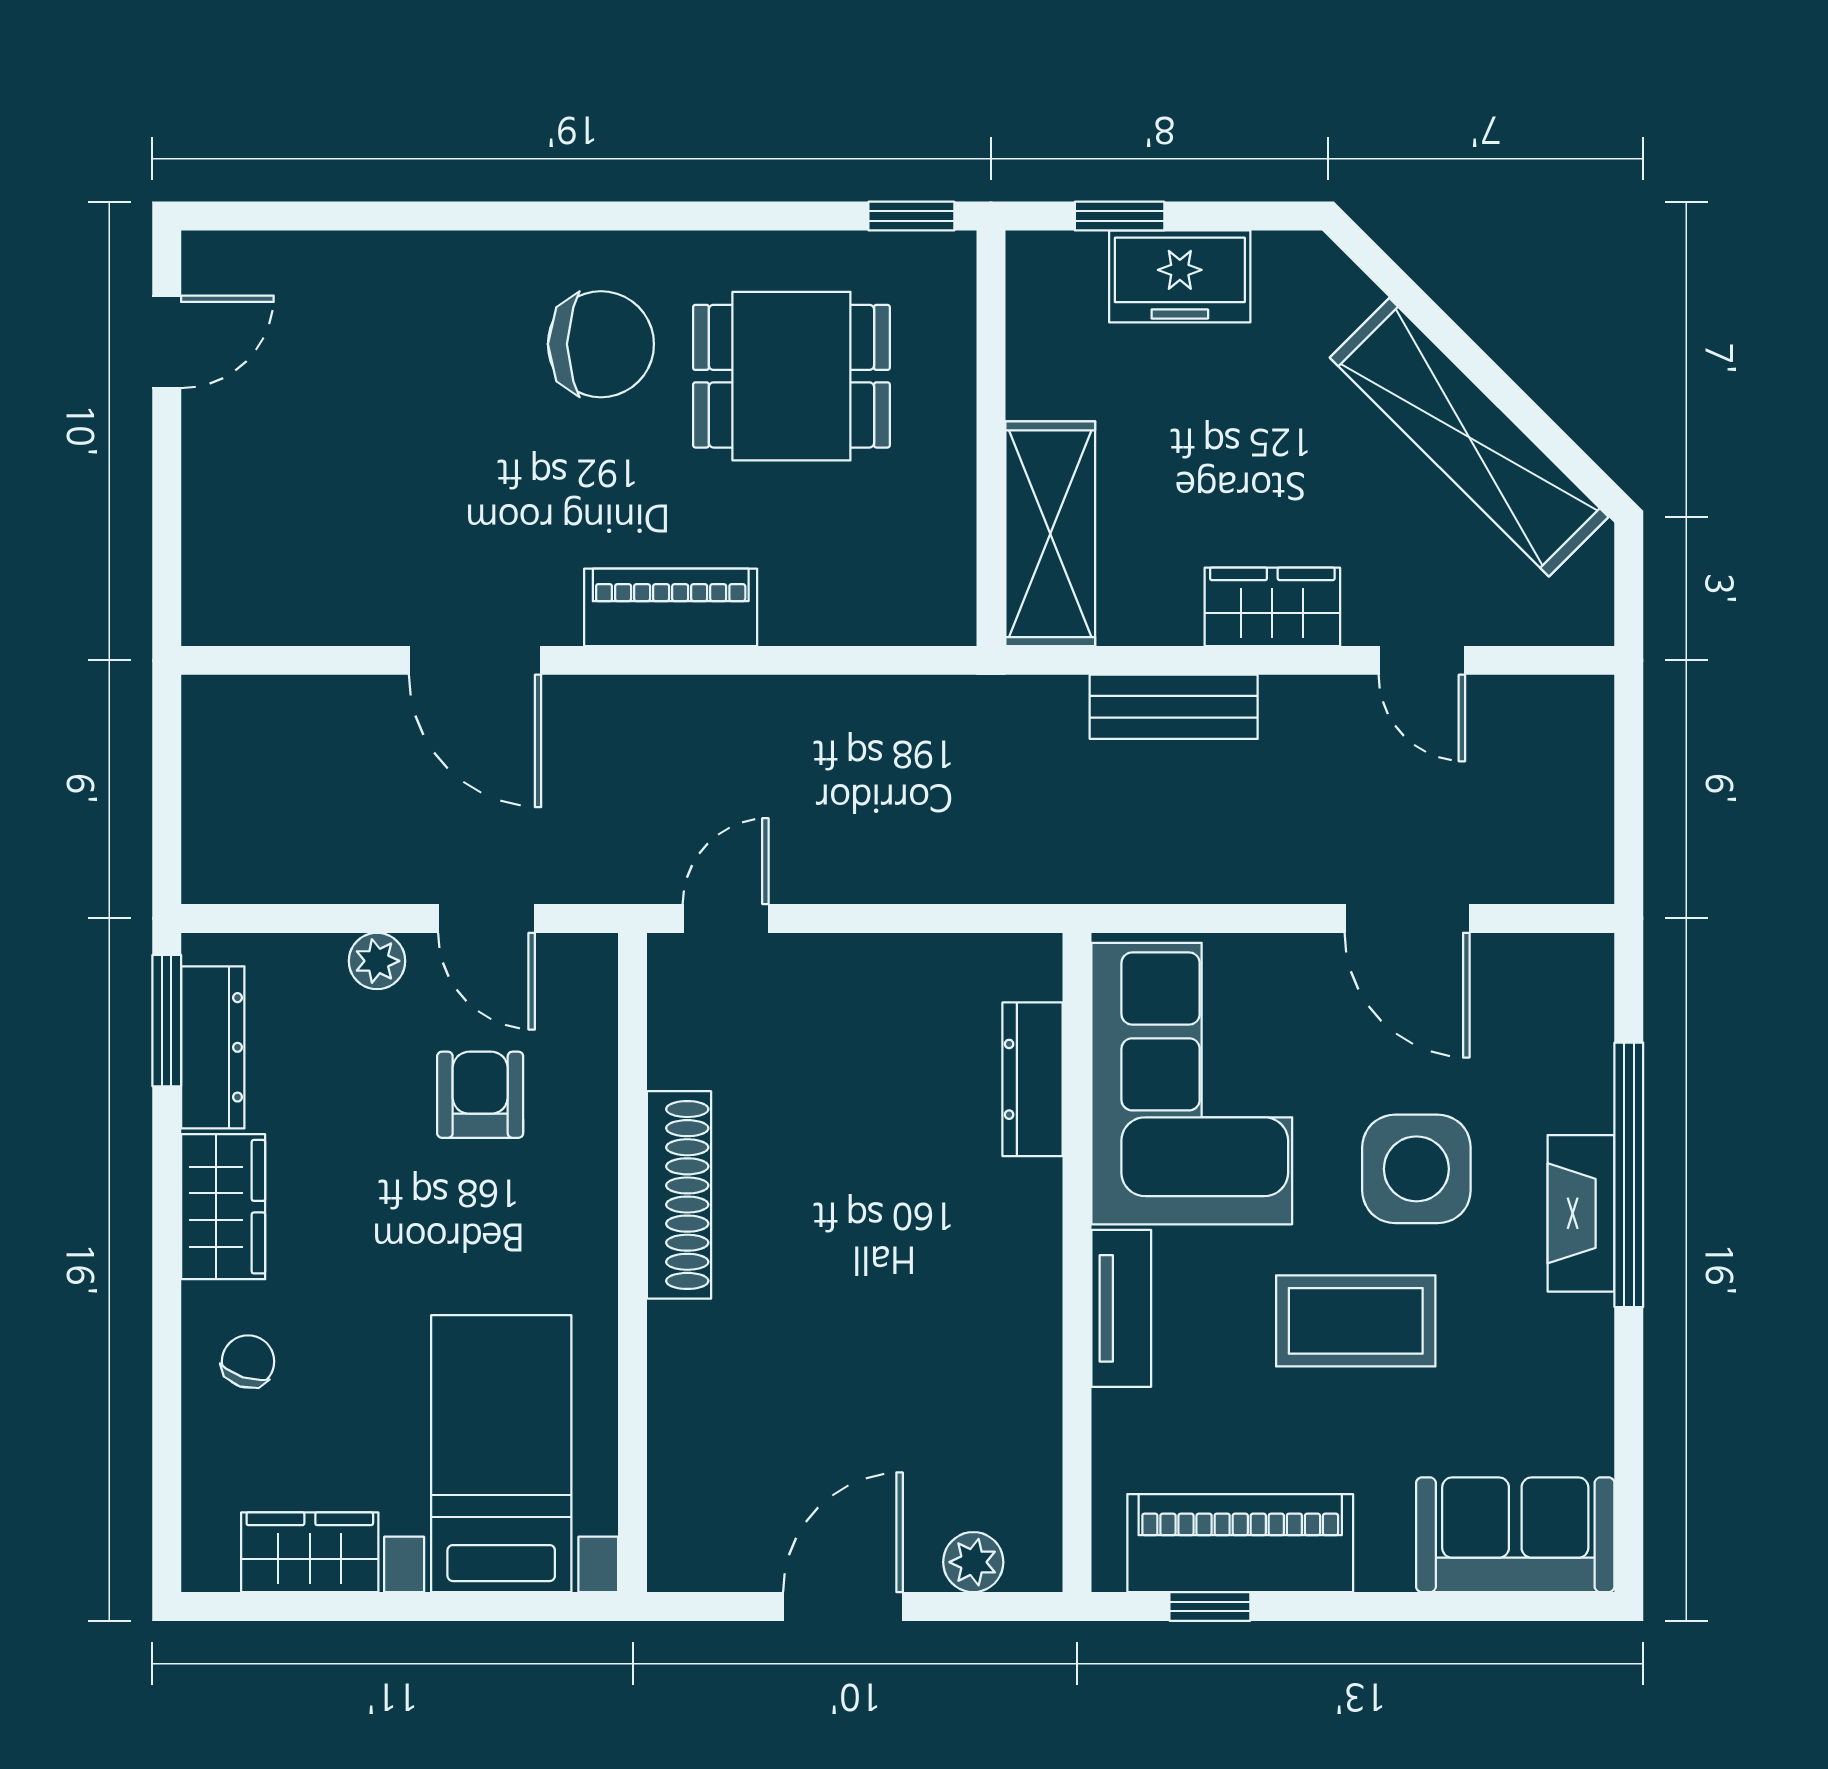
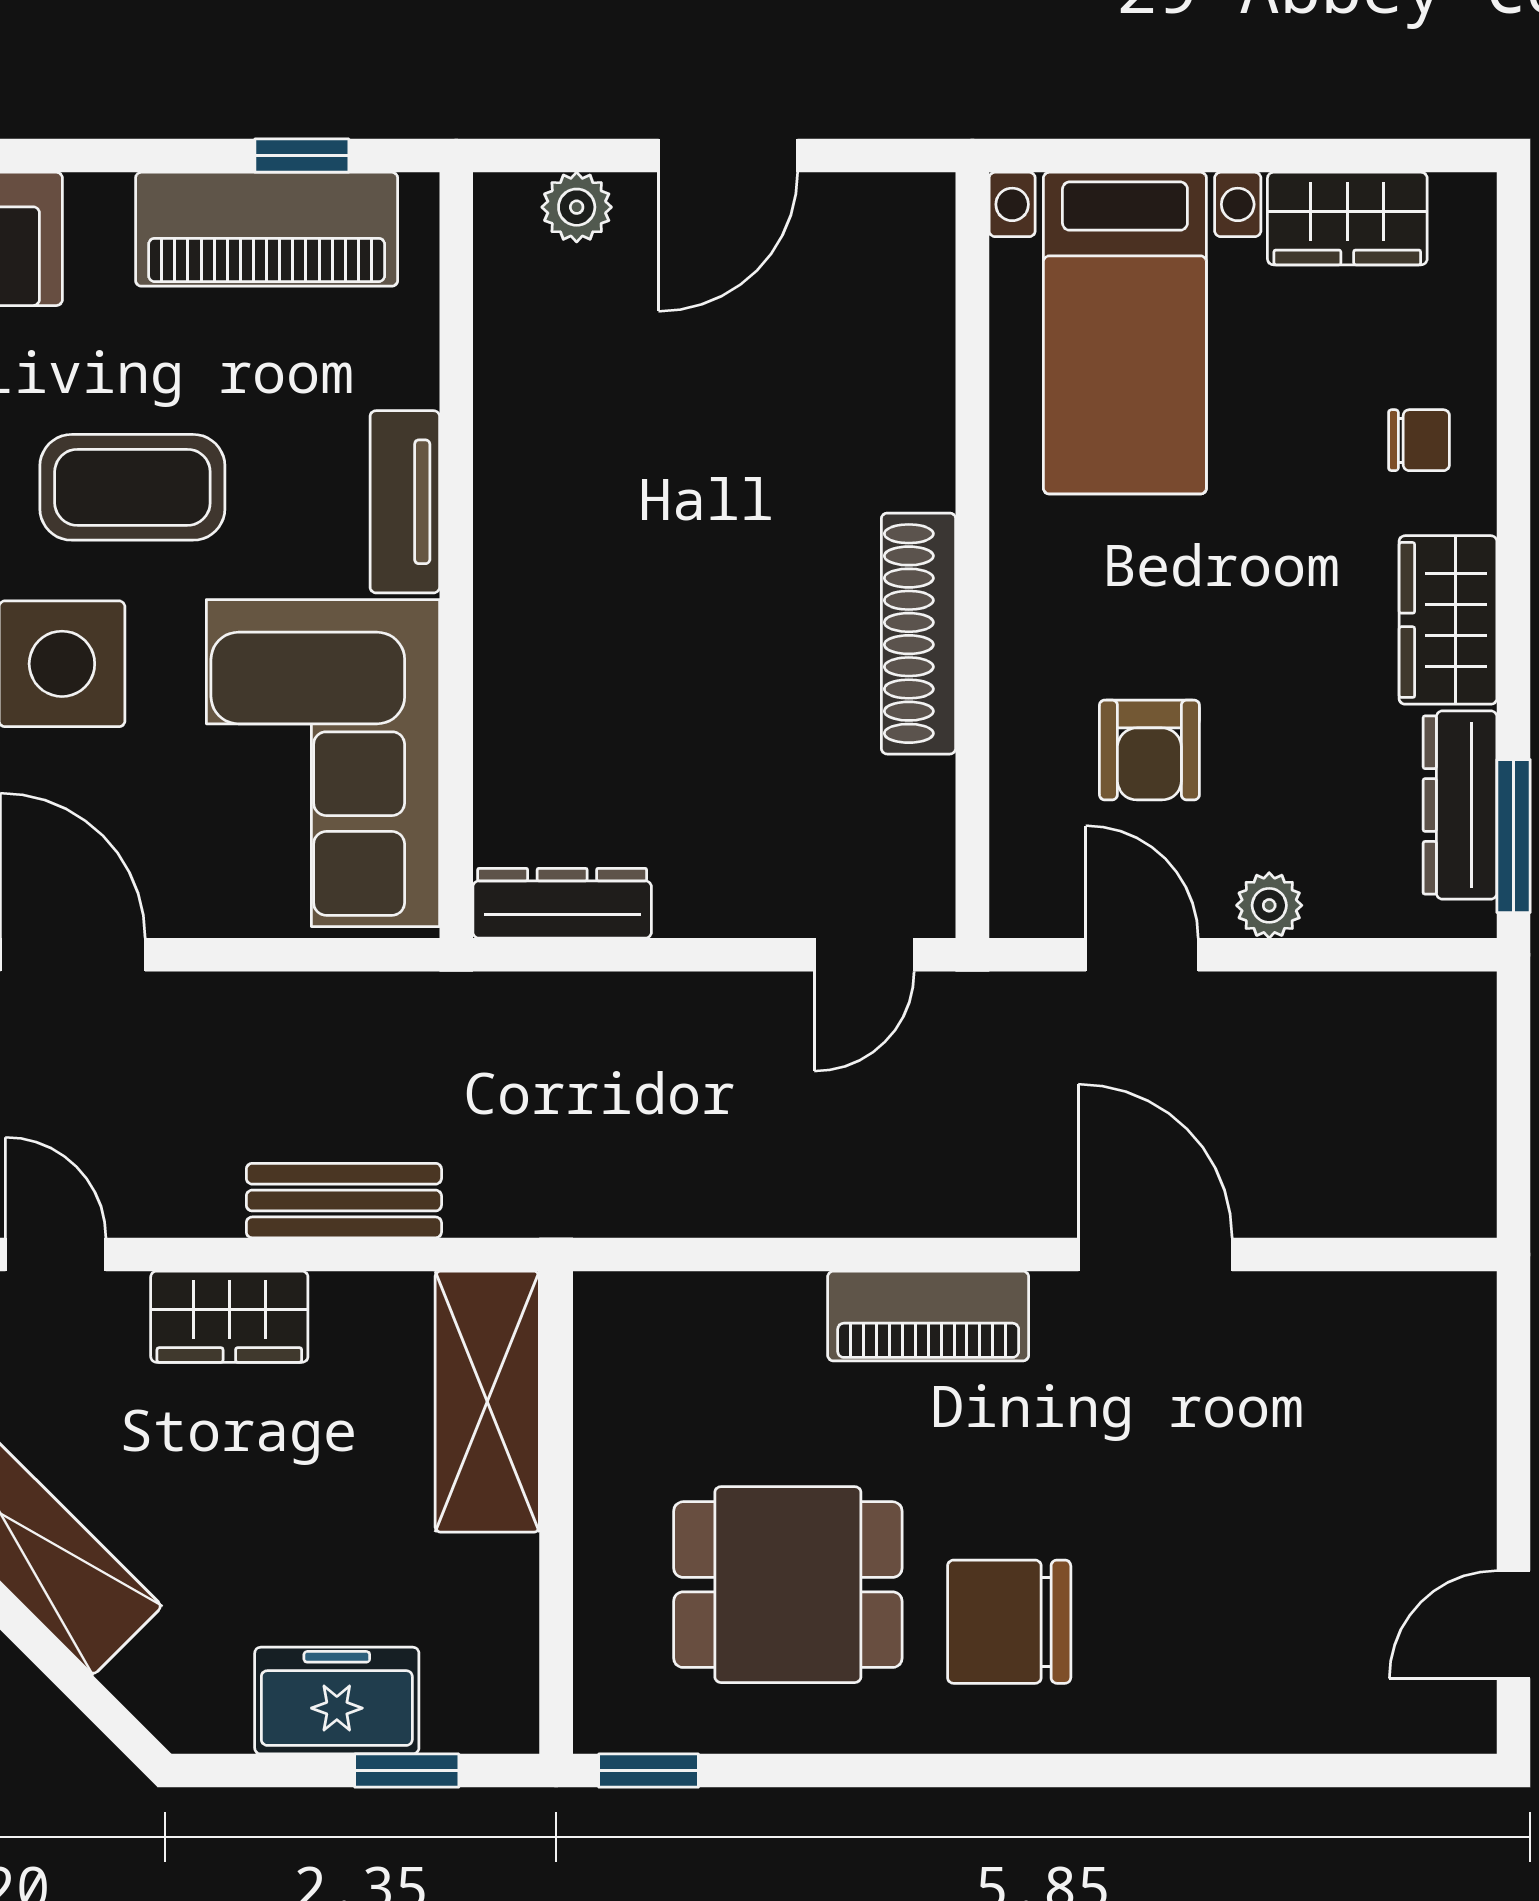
dresser: (1033, 1079) -> (562, 903), moved, turned -90
chair: (248, 1361) -> (1419, 440), turned -108

